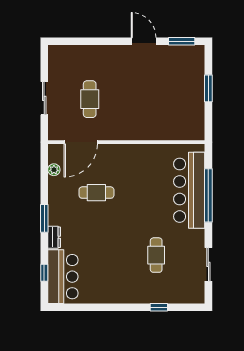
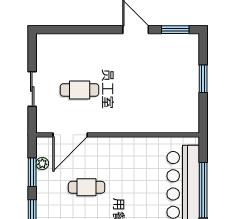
cafe table: (90, 99) -> (80, 90), turned 90
window: (44, 178) -> (32, 172), added

